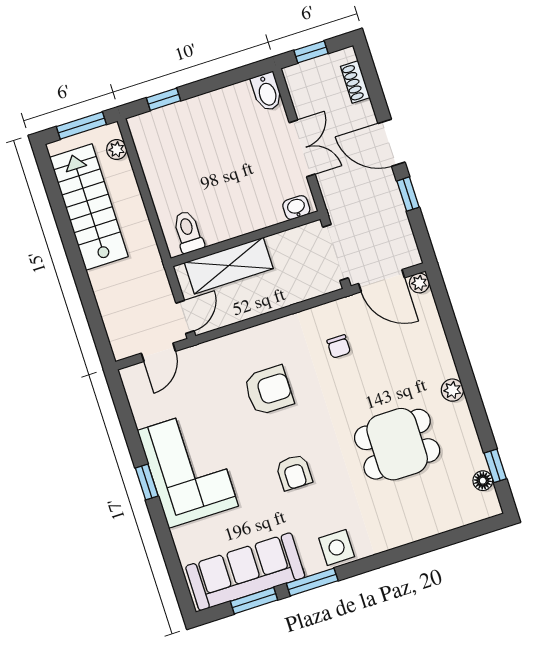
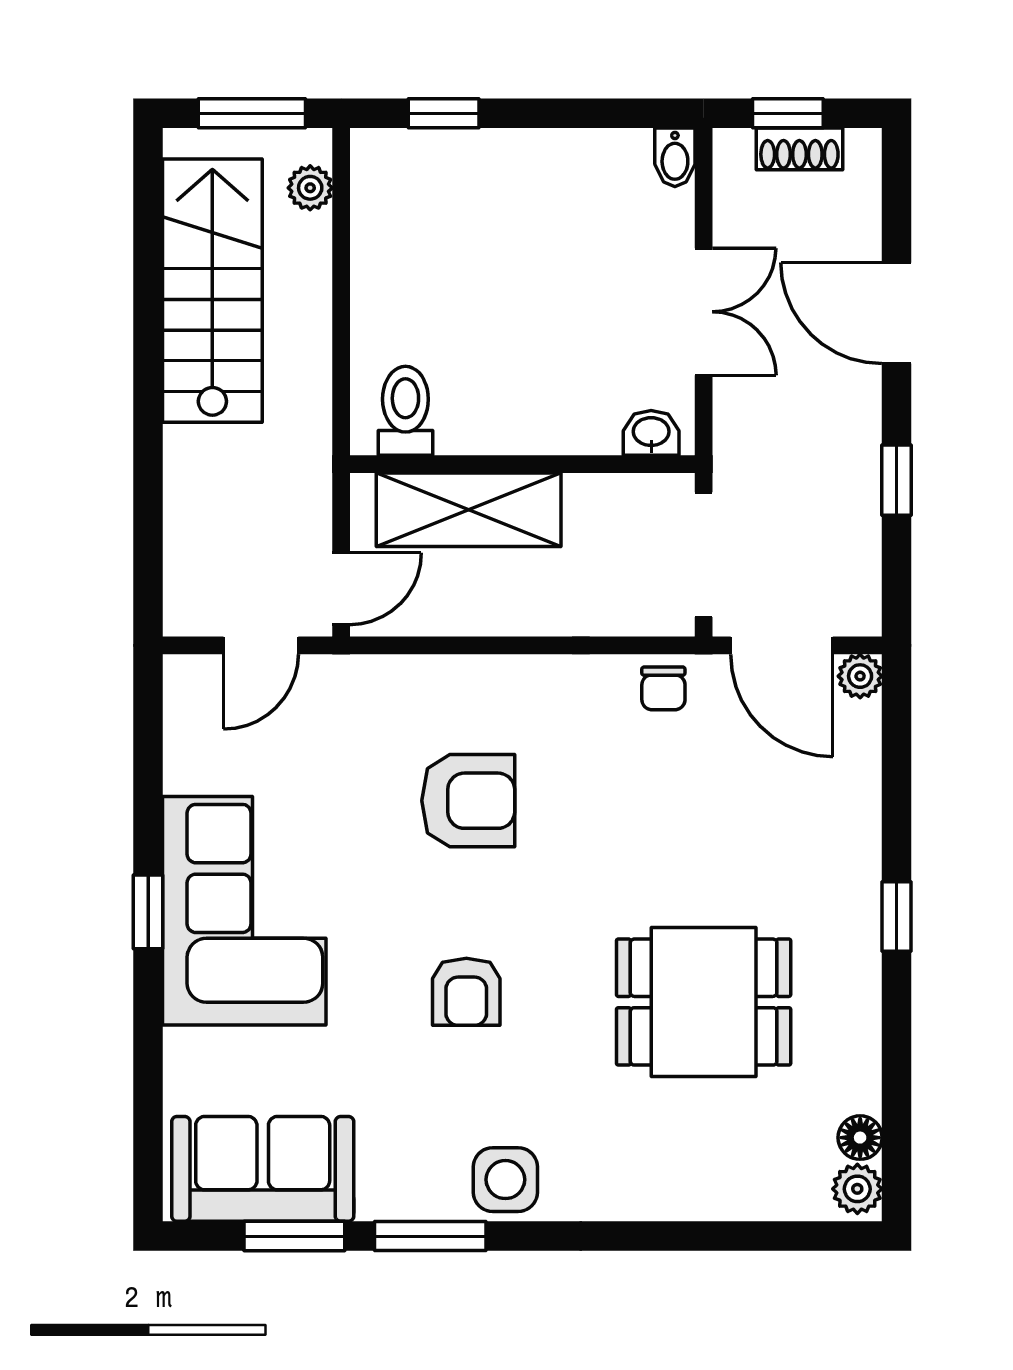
shoe rack: (355, 82) -> (799, 149), moved, turned -90
bidet: (267, 92) -> (675, 157), width x0.72, depth x0.74
door: (391, 143) -> (897, 313), moved
chair: (339, 346) -> (663, 688), moved
plant: (452, 390) -> (857, 1189), moved
window: (495, 466) -> (897, 916), moved
sofa: (245, 572) -> (263, 1169), width x0.73

